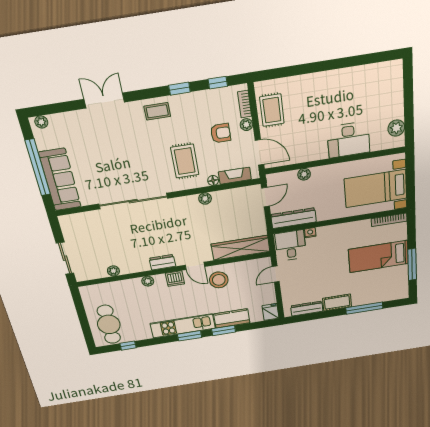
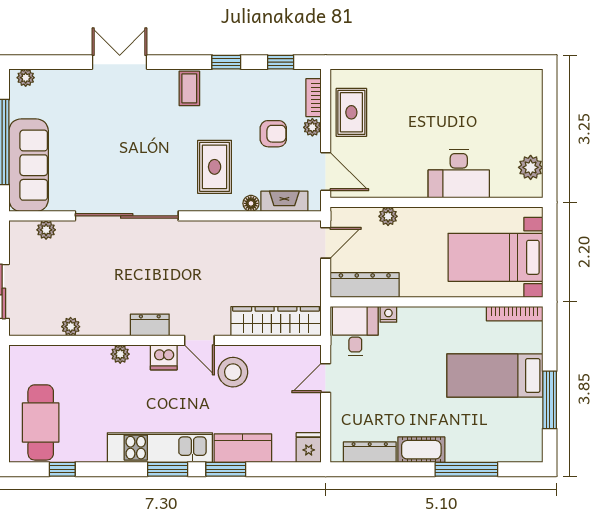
coffee table: (157, 111) -> (189, 88), turned 90
plant: (205, 199) -> (46, 230), moved

